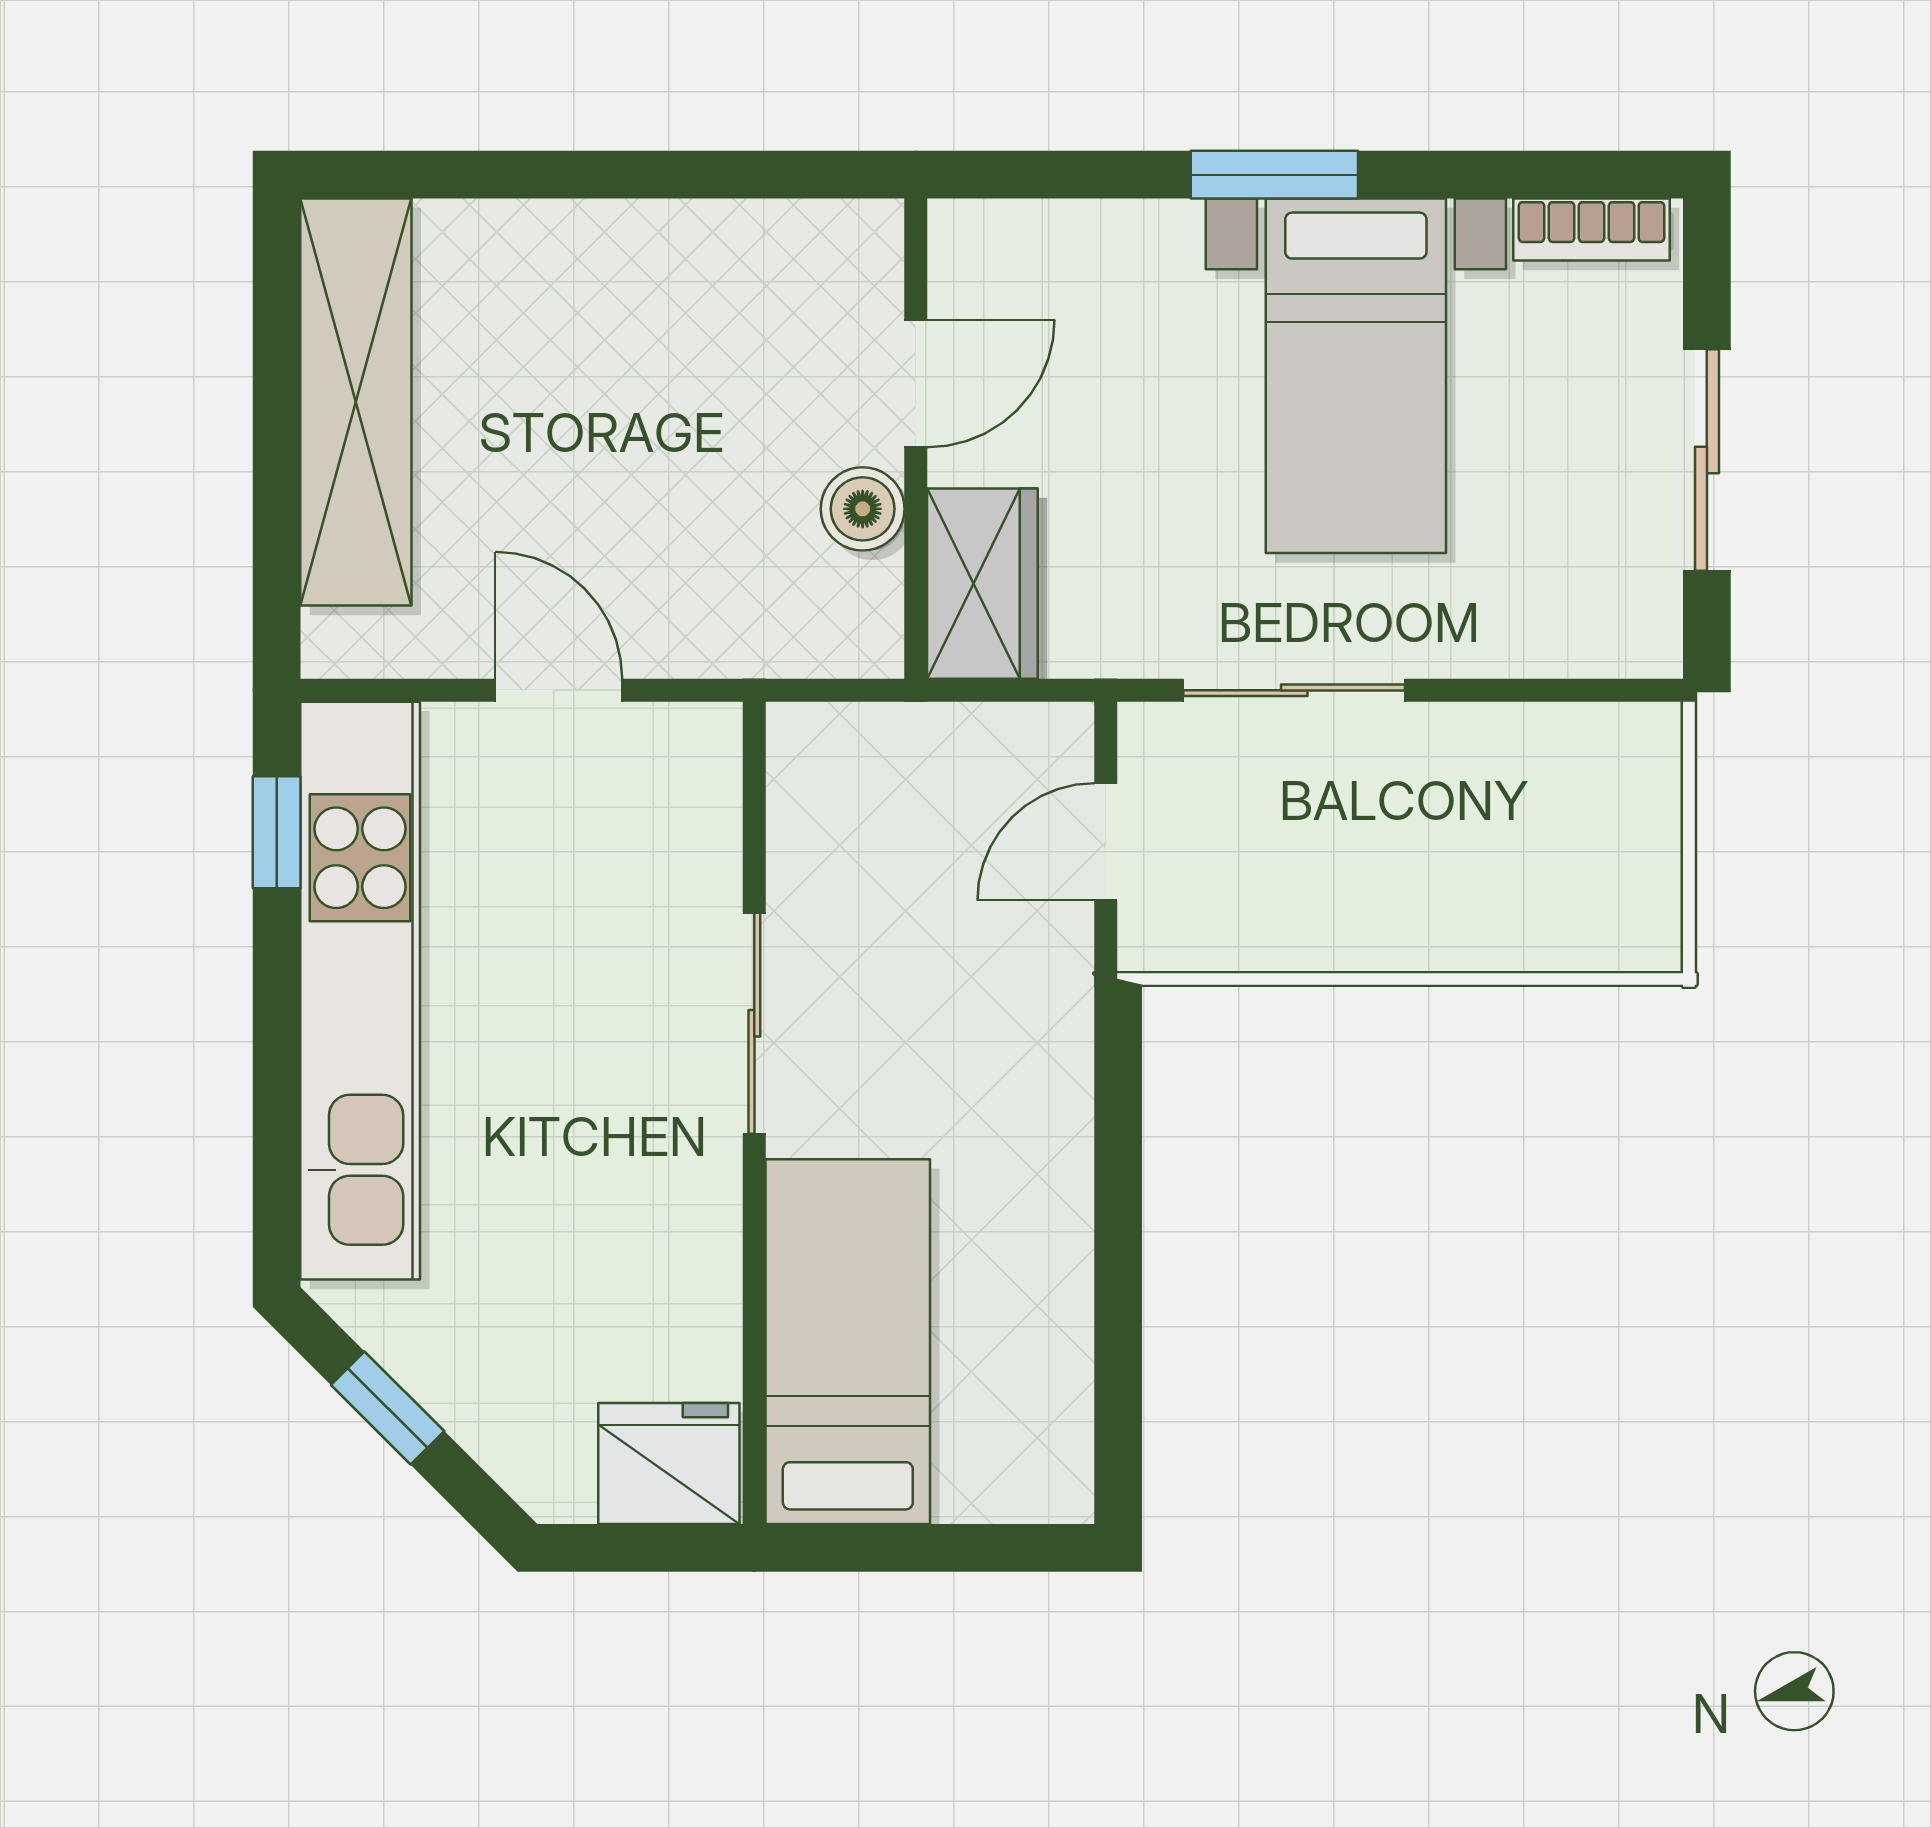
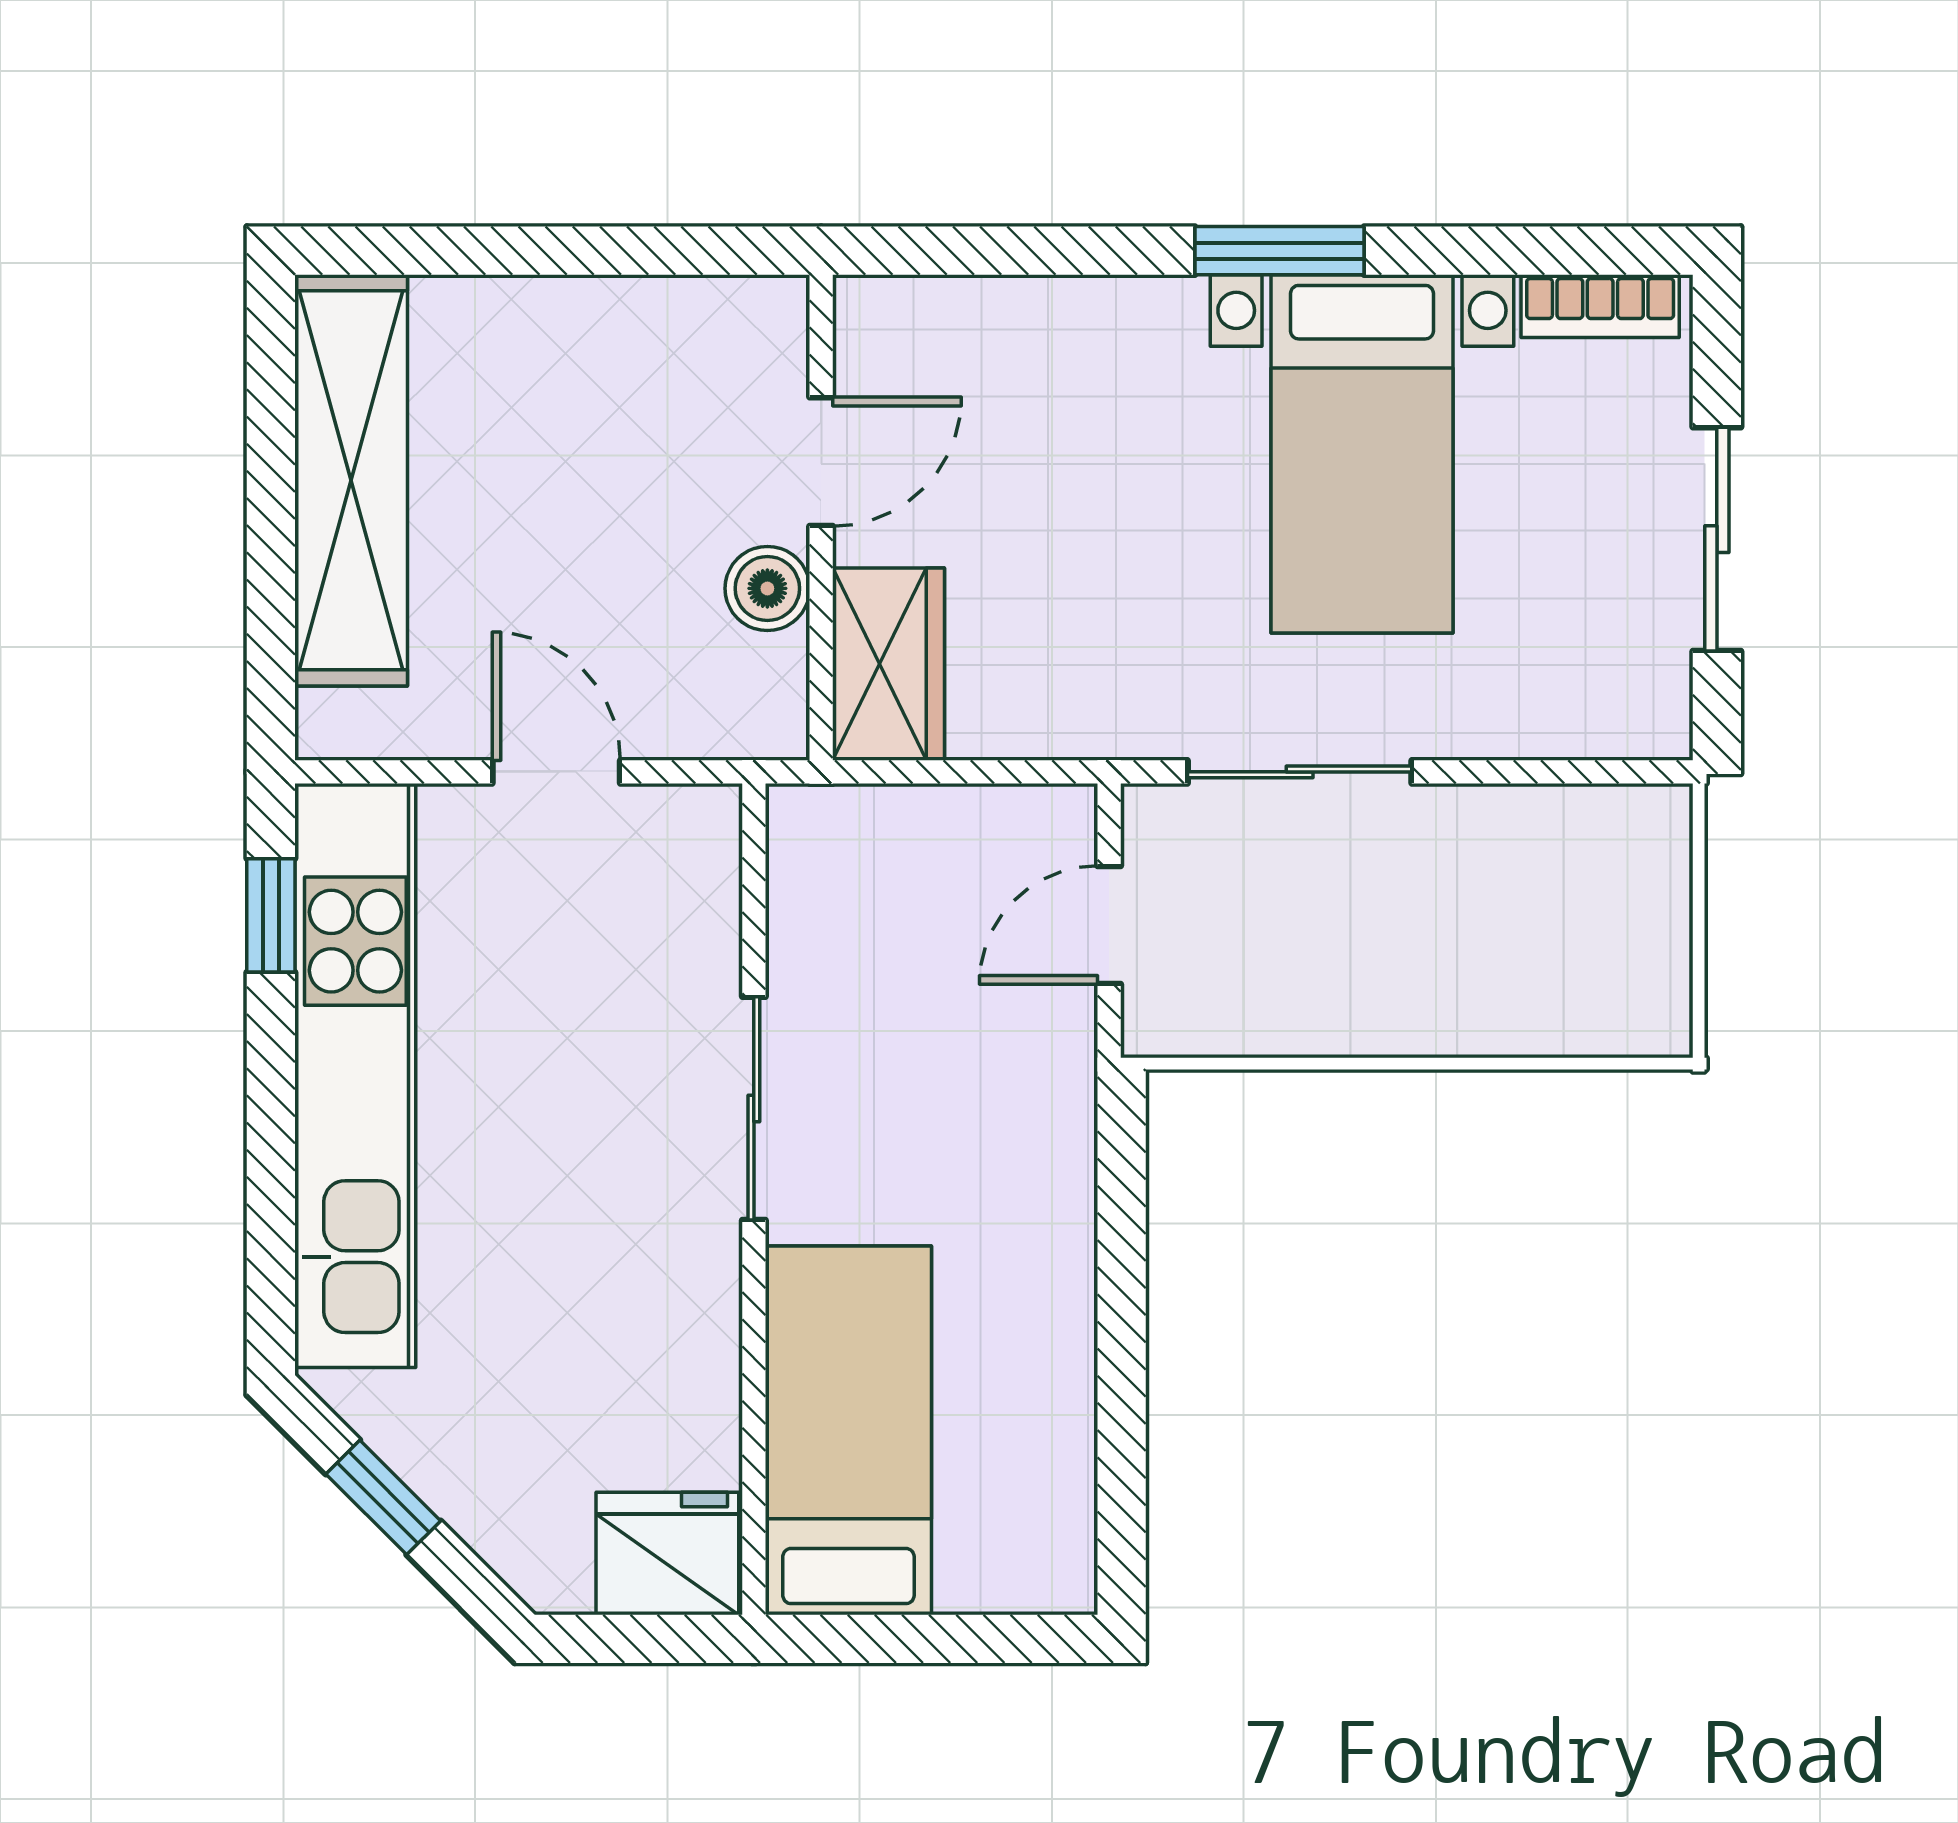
door: (916, 383) -> (821, 462), moved
wall: (916, 439) -> (821, 517), moved
boiler: (863, 509) -> (767, 588), moved
wardrobe: (982, 584) -> (888, 664), moved

